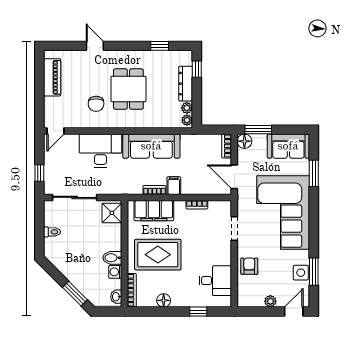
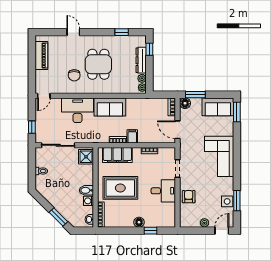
sofa: (151, 146) -> (110, 107), width x0.73
window: (314, 173) -> (237, 112), moved
corner sofa: (283, 212) -> (219, 156), width x0.73, depth x0.74
desk: (215, 281) -> (163, 191), moved
floor lamp: (164, 300) -> (139, 222), moved

